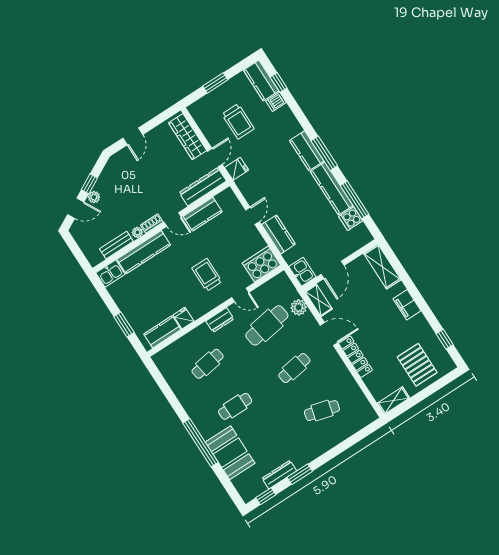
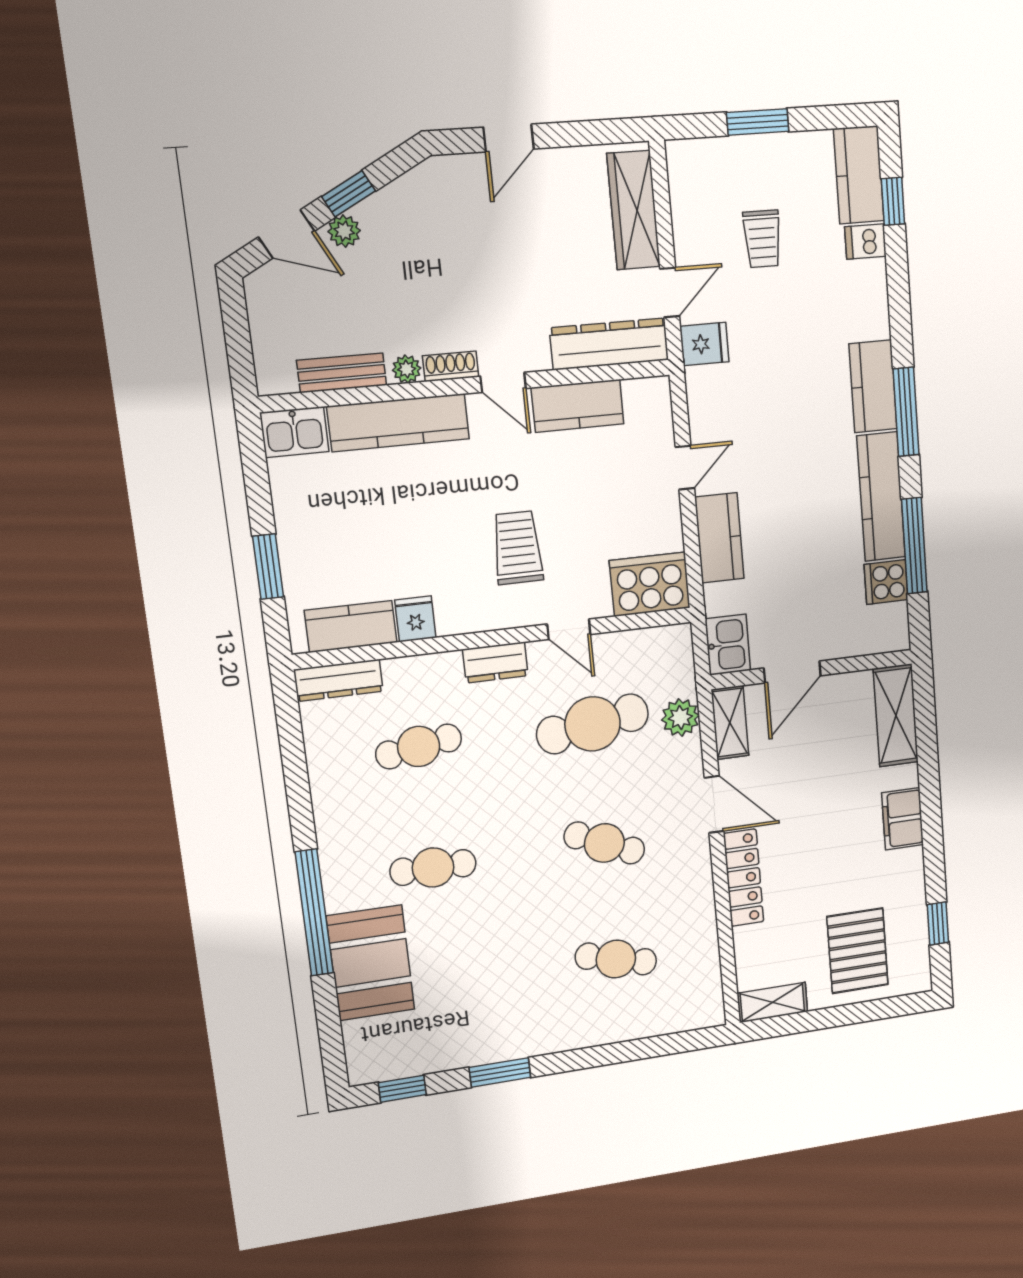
trolley: (238, 121) -> (762, 239), width x0.73, depth x0.72
cafe table: (294, 368) -> (604, 843), turned 33
dresser: (279, 475) -> (339, 680), moved, turned 180

